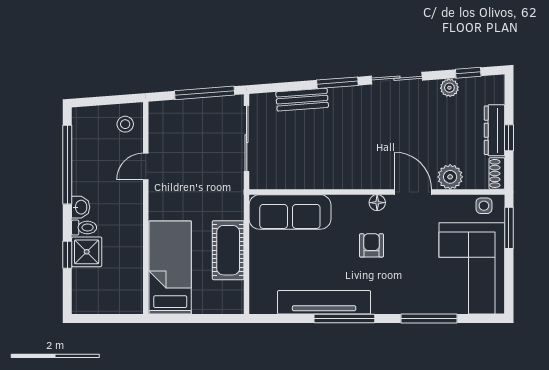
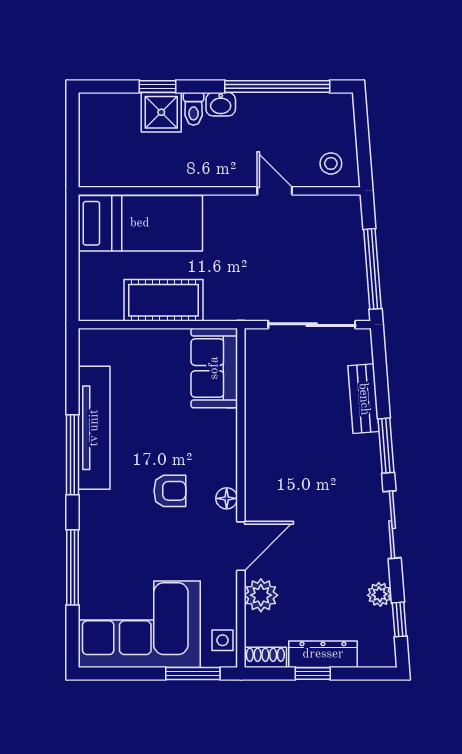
sofa: (290, 212) -> (214, 368), width x0.73

